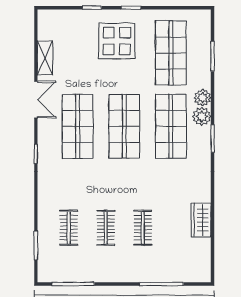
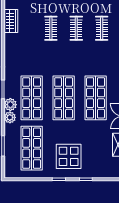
wardrobe: (201, 220) -> (11, 21), moved

